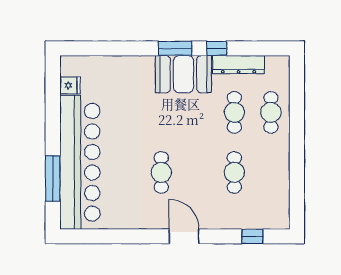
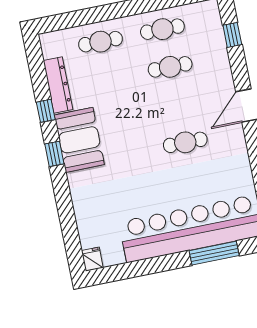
window: (175, 48) -> (54, 154), width x0.67
fridge: (70, 85) -> (92, 259), moved
cafe table: (234, 112) -> (162, 29), moved

